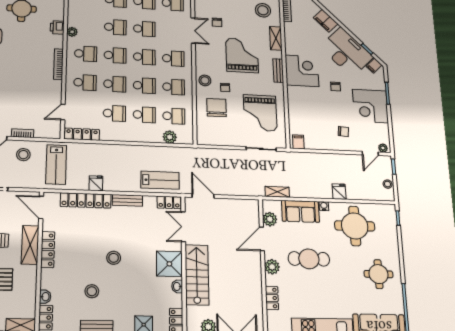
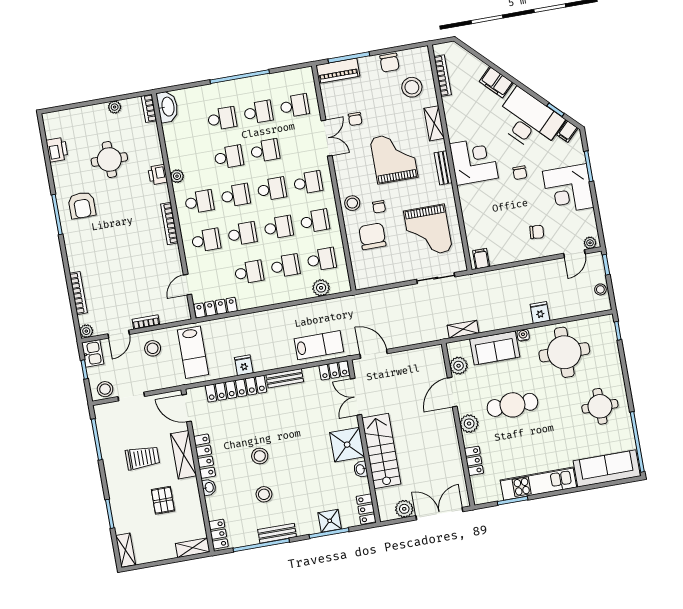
stool: (114, 258) -> (260, 456), moved
washbasin: (45, 297) -> (209, 487), moved

